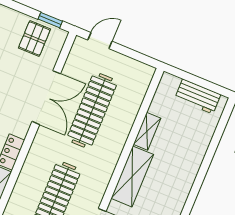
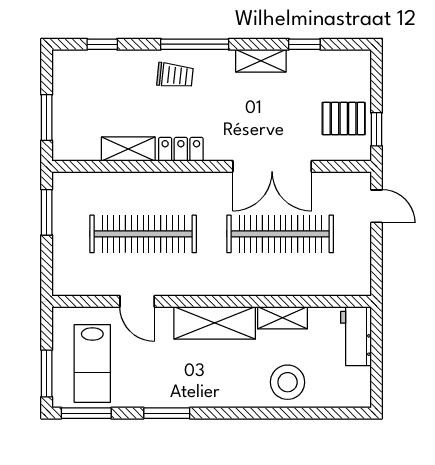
workbench: (198, 96) -> (356, 336), moved
stool: (190, 145) -> (288, 382), added

